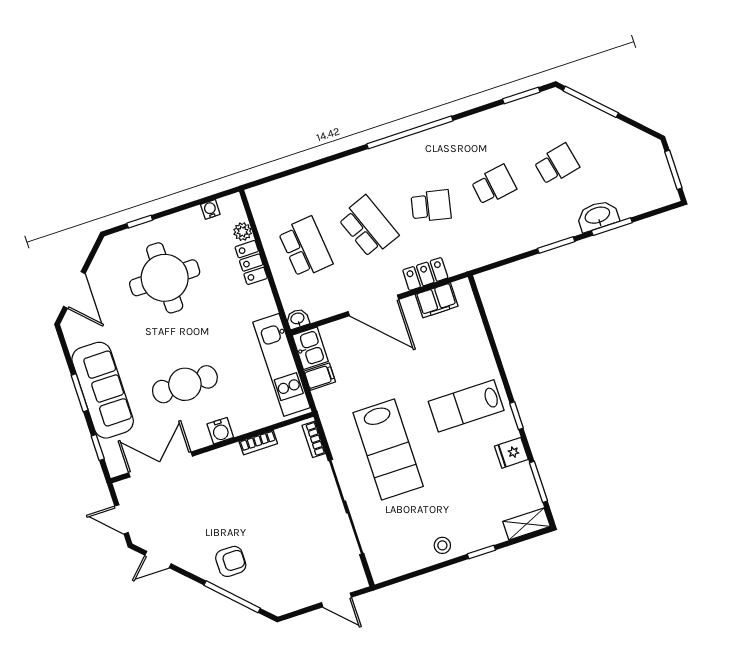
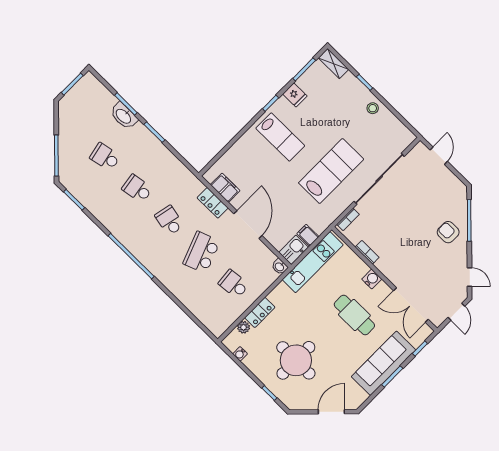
school desk: (305, 247) -> (234, 284), width x0.54

